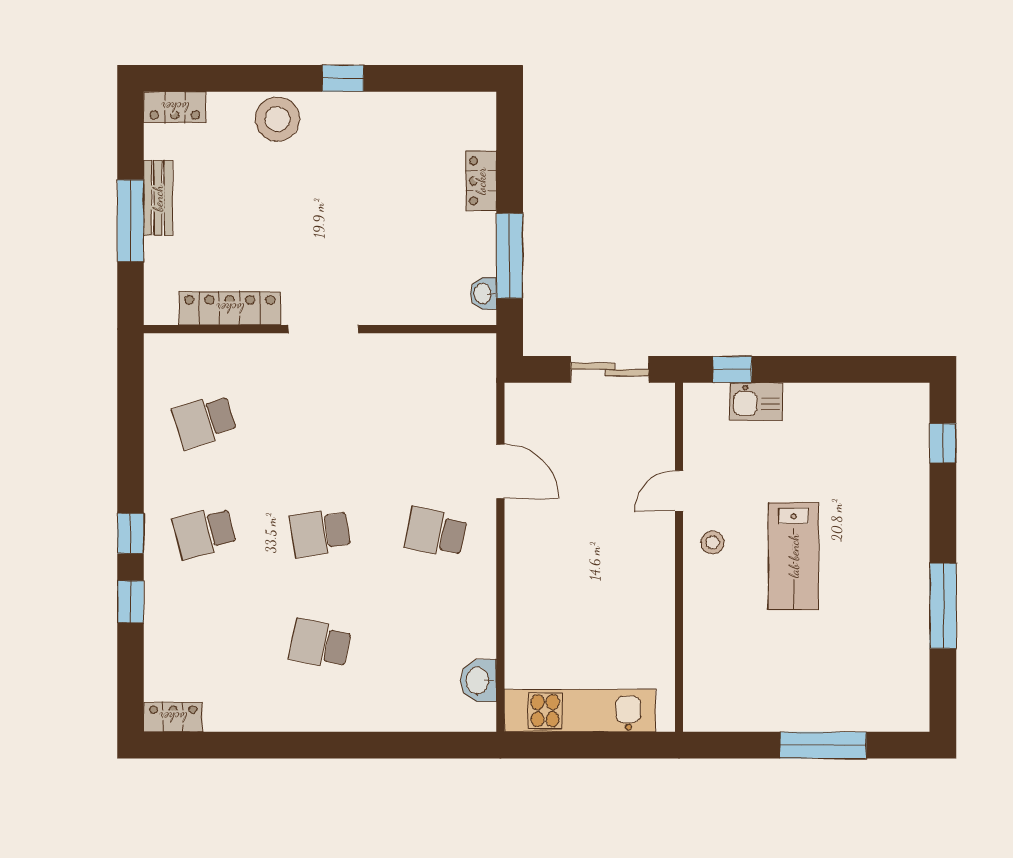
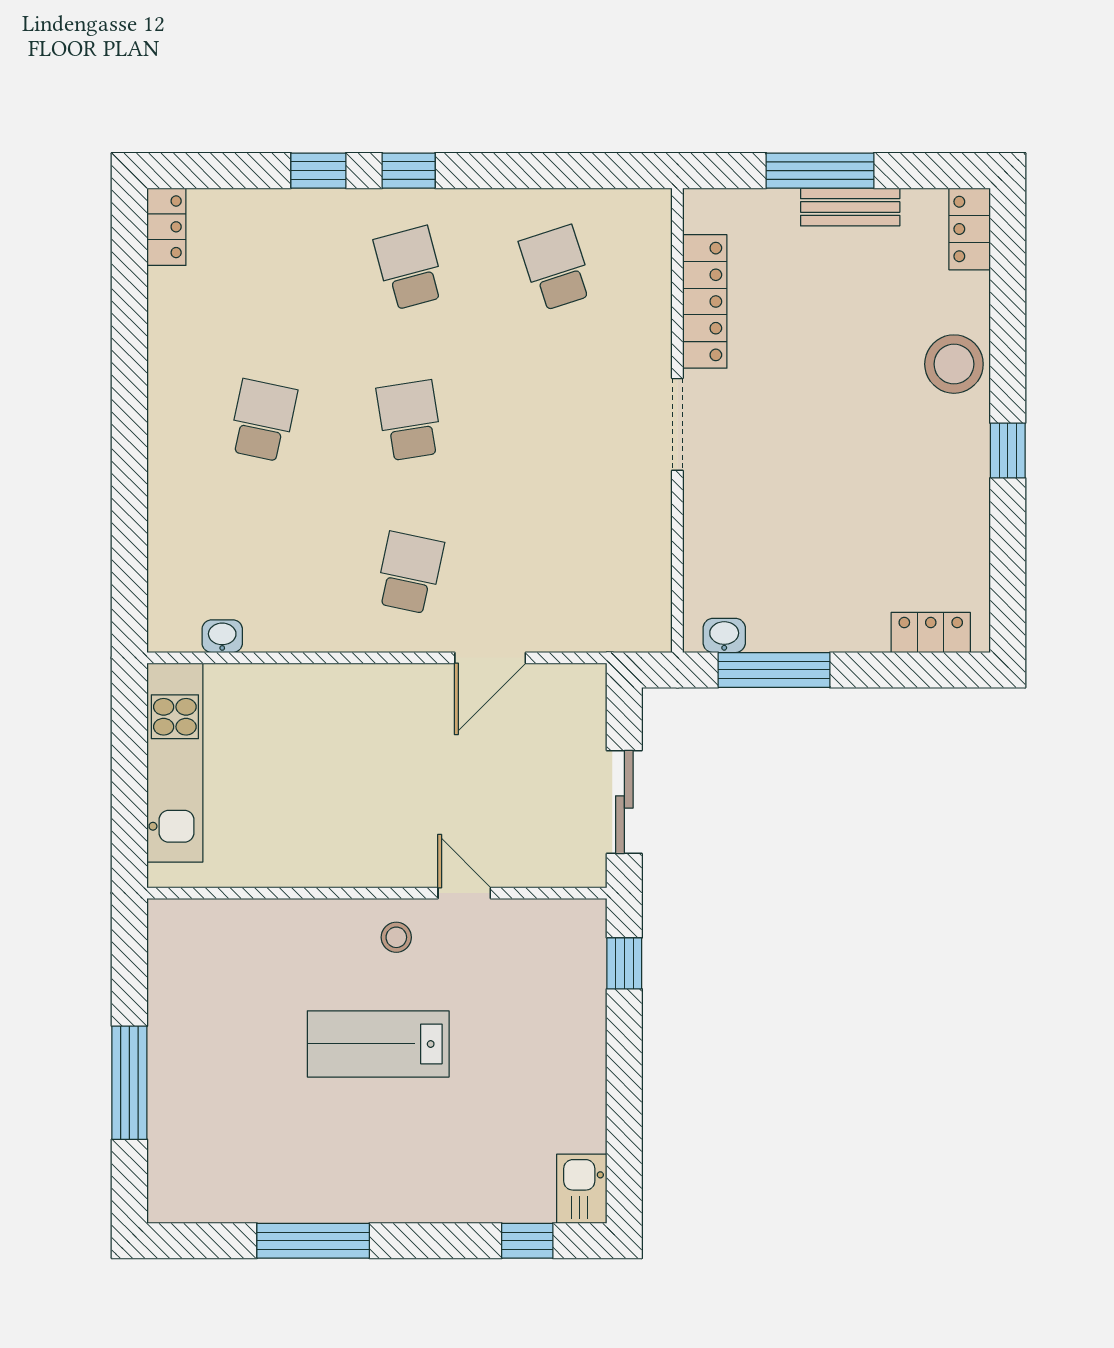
locker: (481, 181) -> (931, 633), moved
kitchen sink: (756, 402) -> (582, 1189), moved
washbasin: (478, 681) -> (222, 636), width x0.72, depth x0.69

